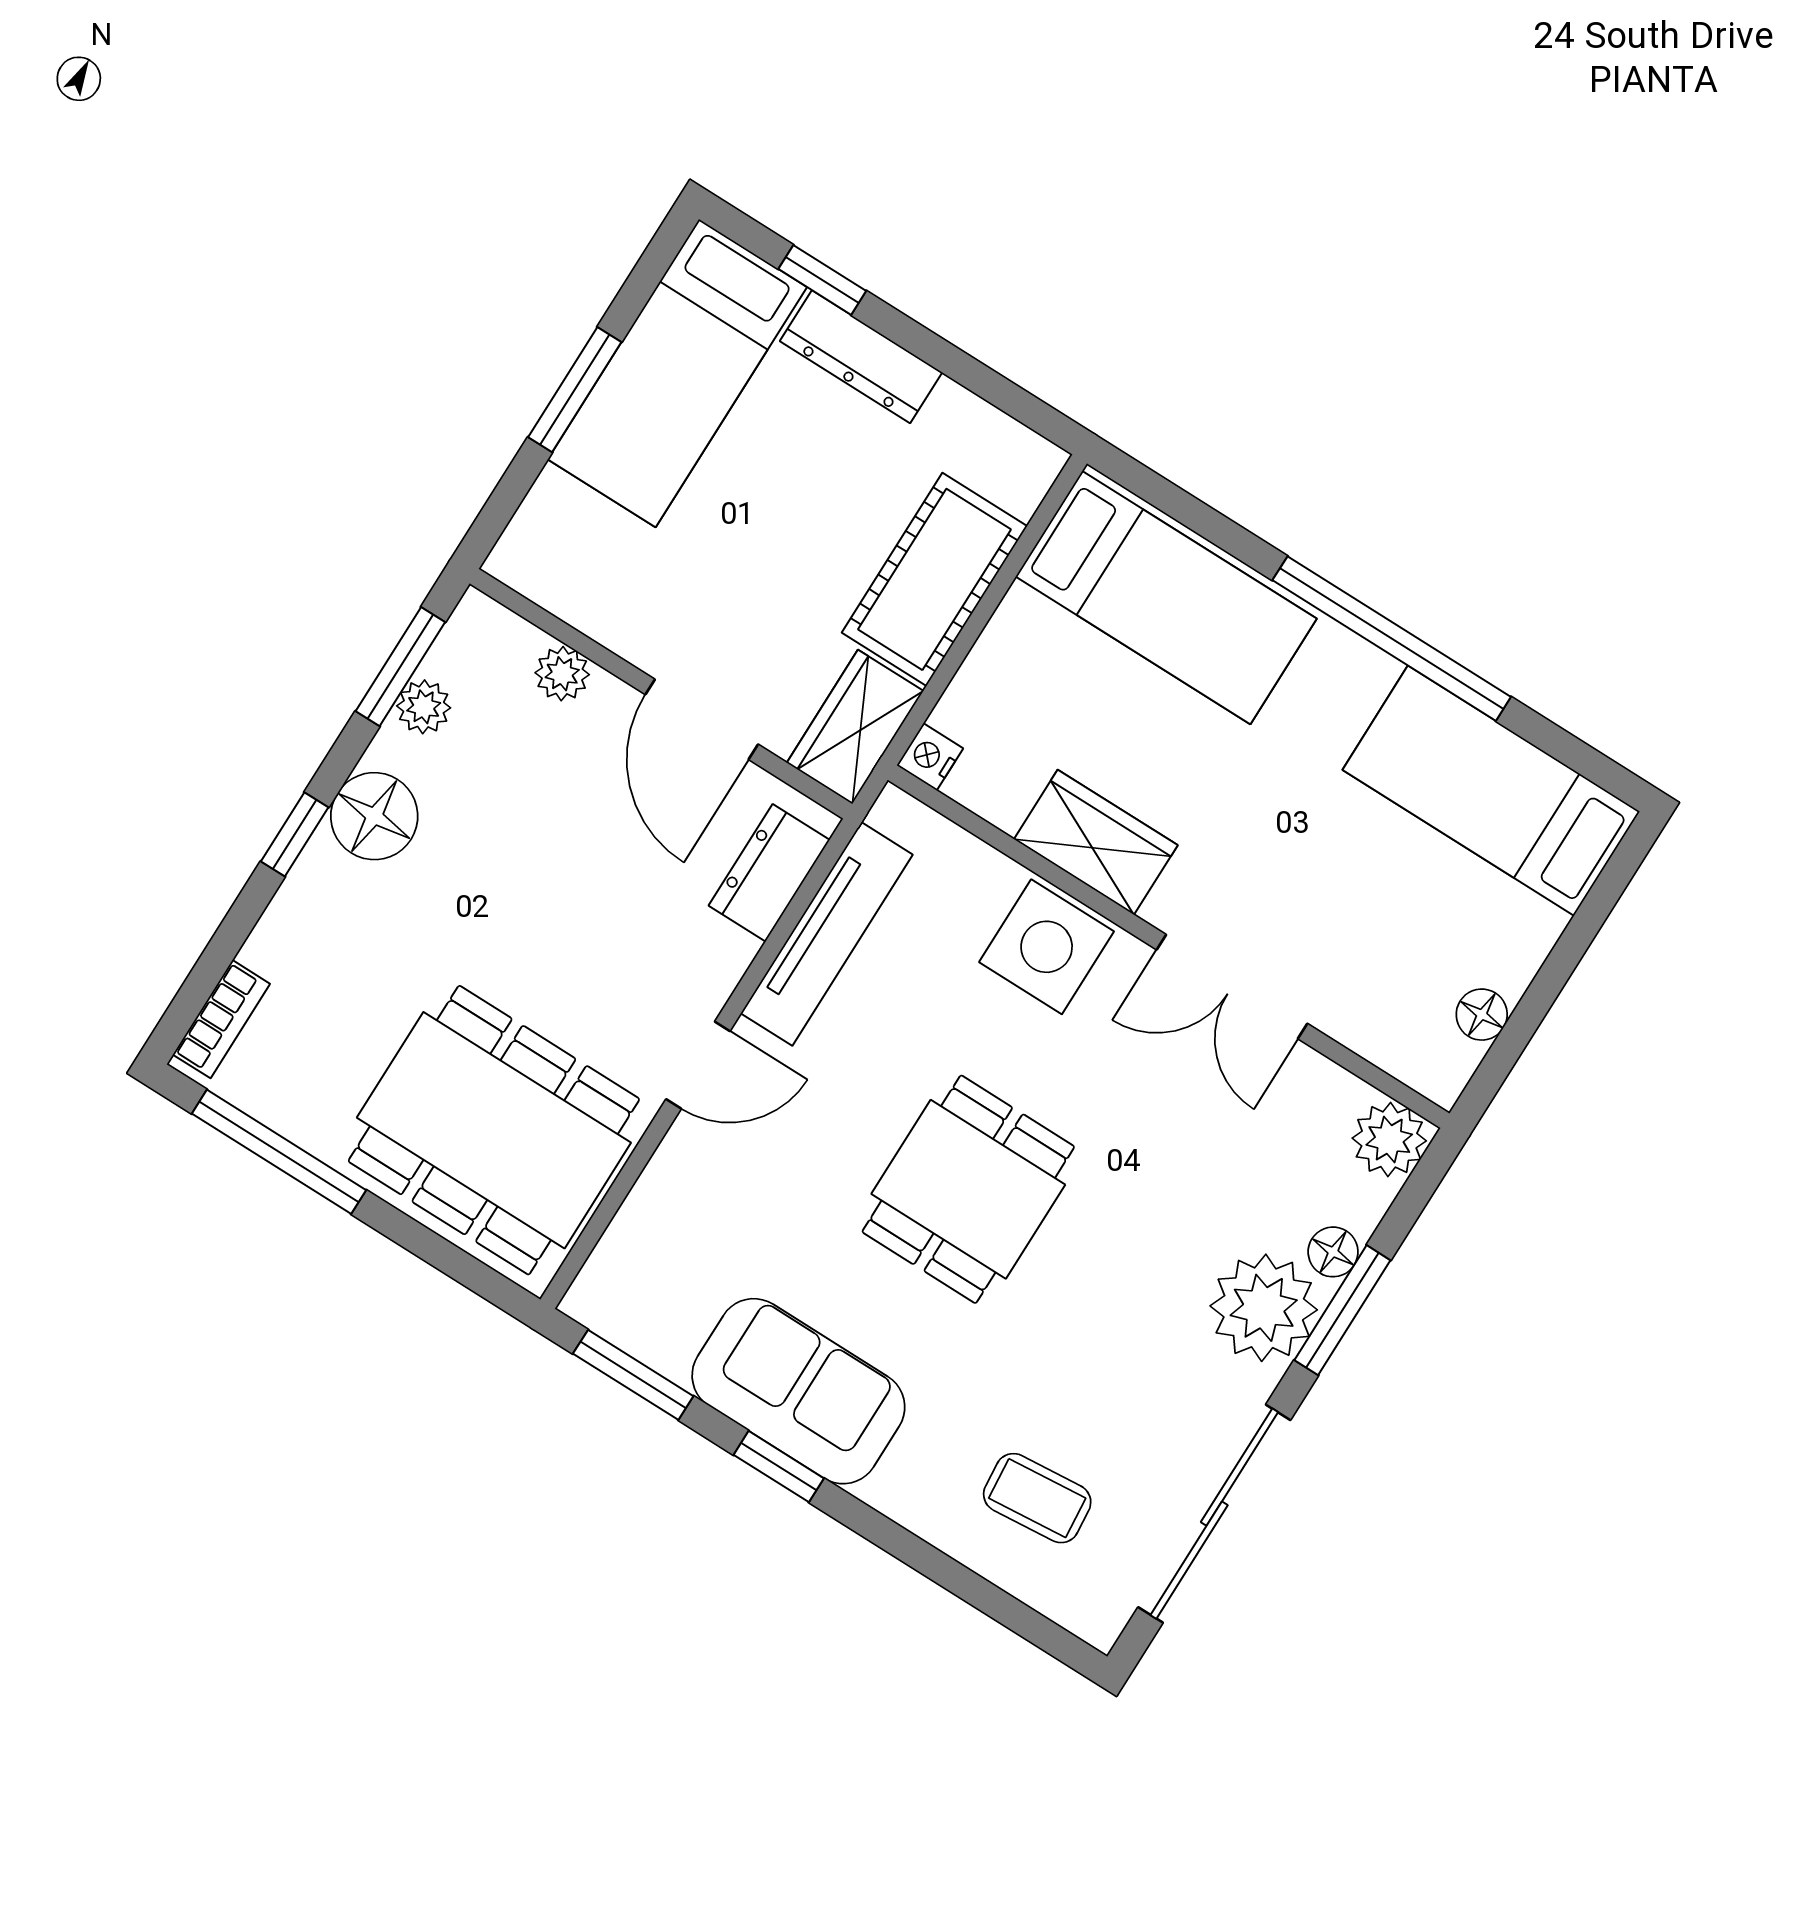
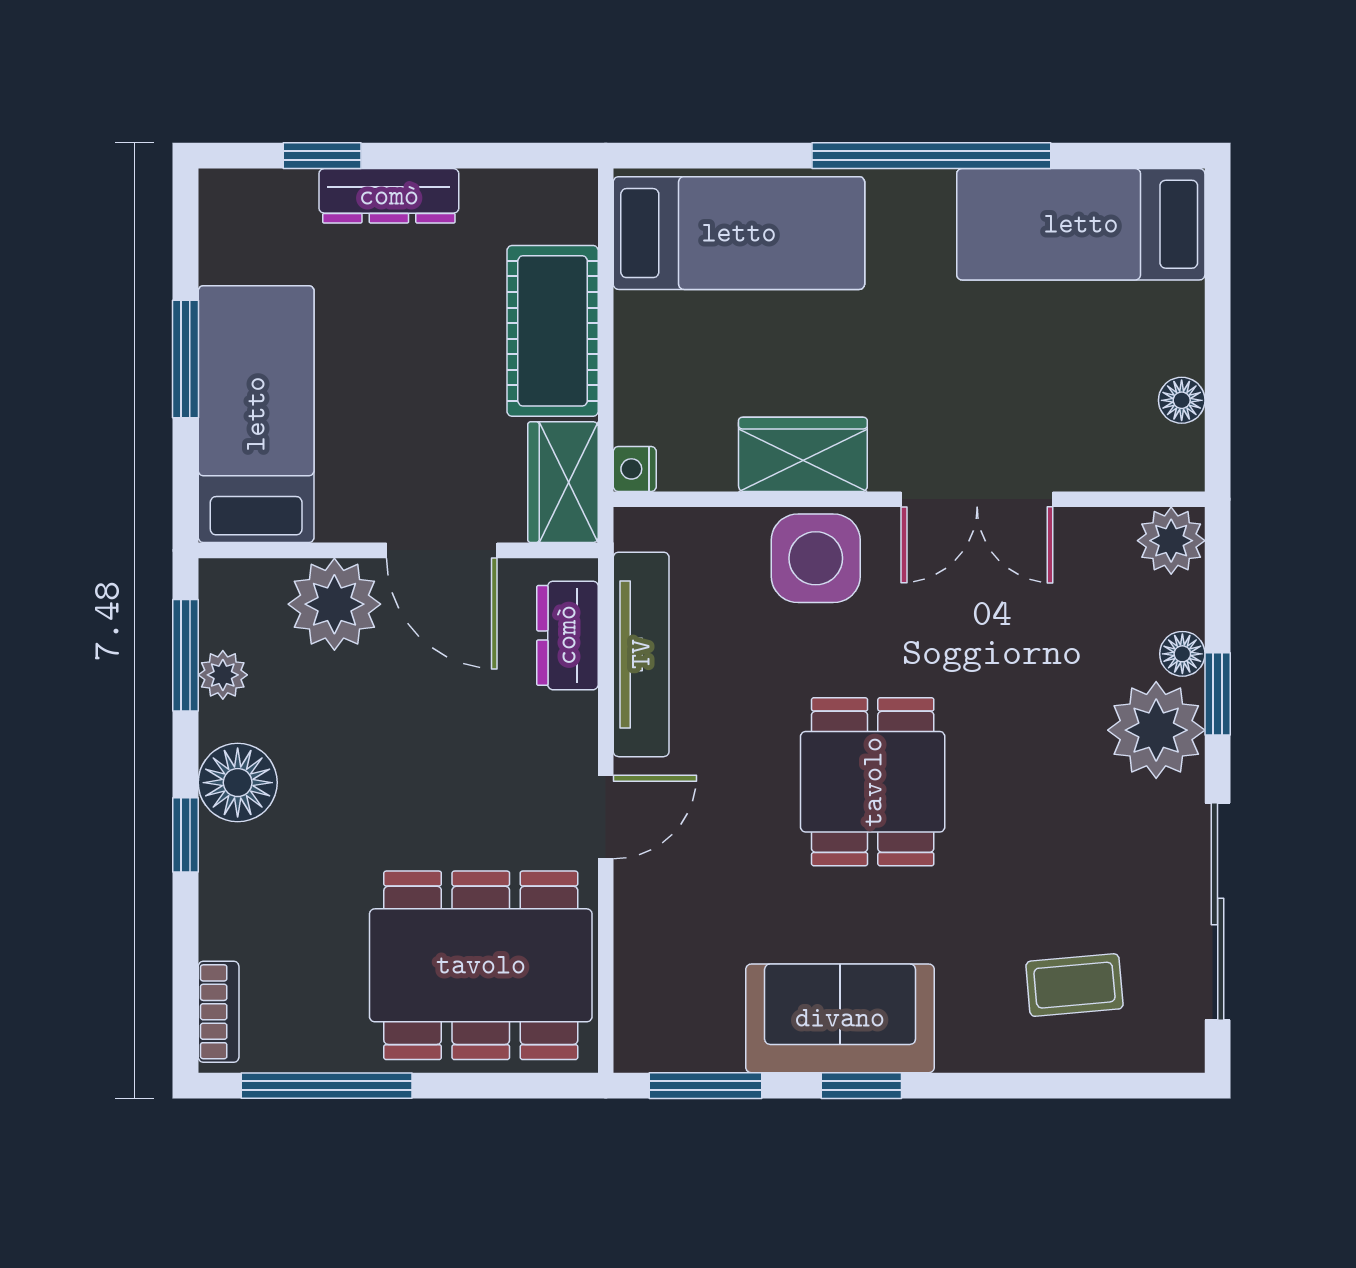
bed: (677, 373) -> (256, 414), moved, turned 180
plant: (562, 674) -> (334, 604), width x1.88, depth x1.88
window: (1342, 1310) -> (1218, 694), width x0.67

